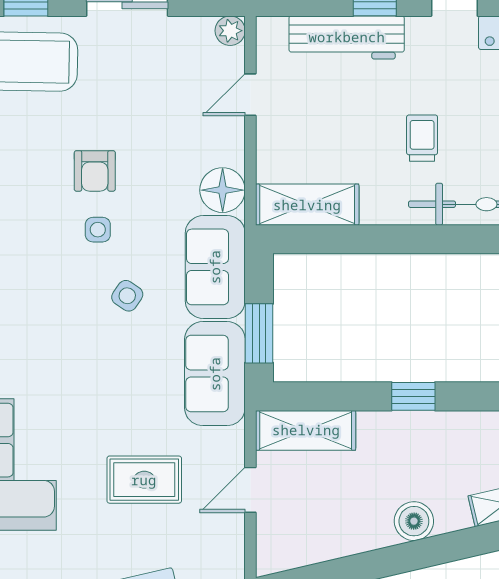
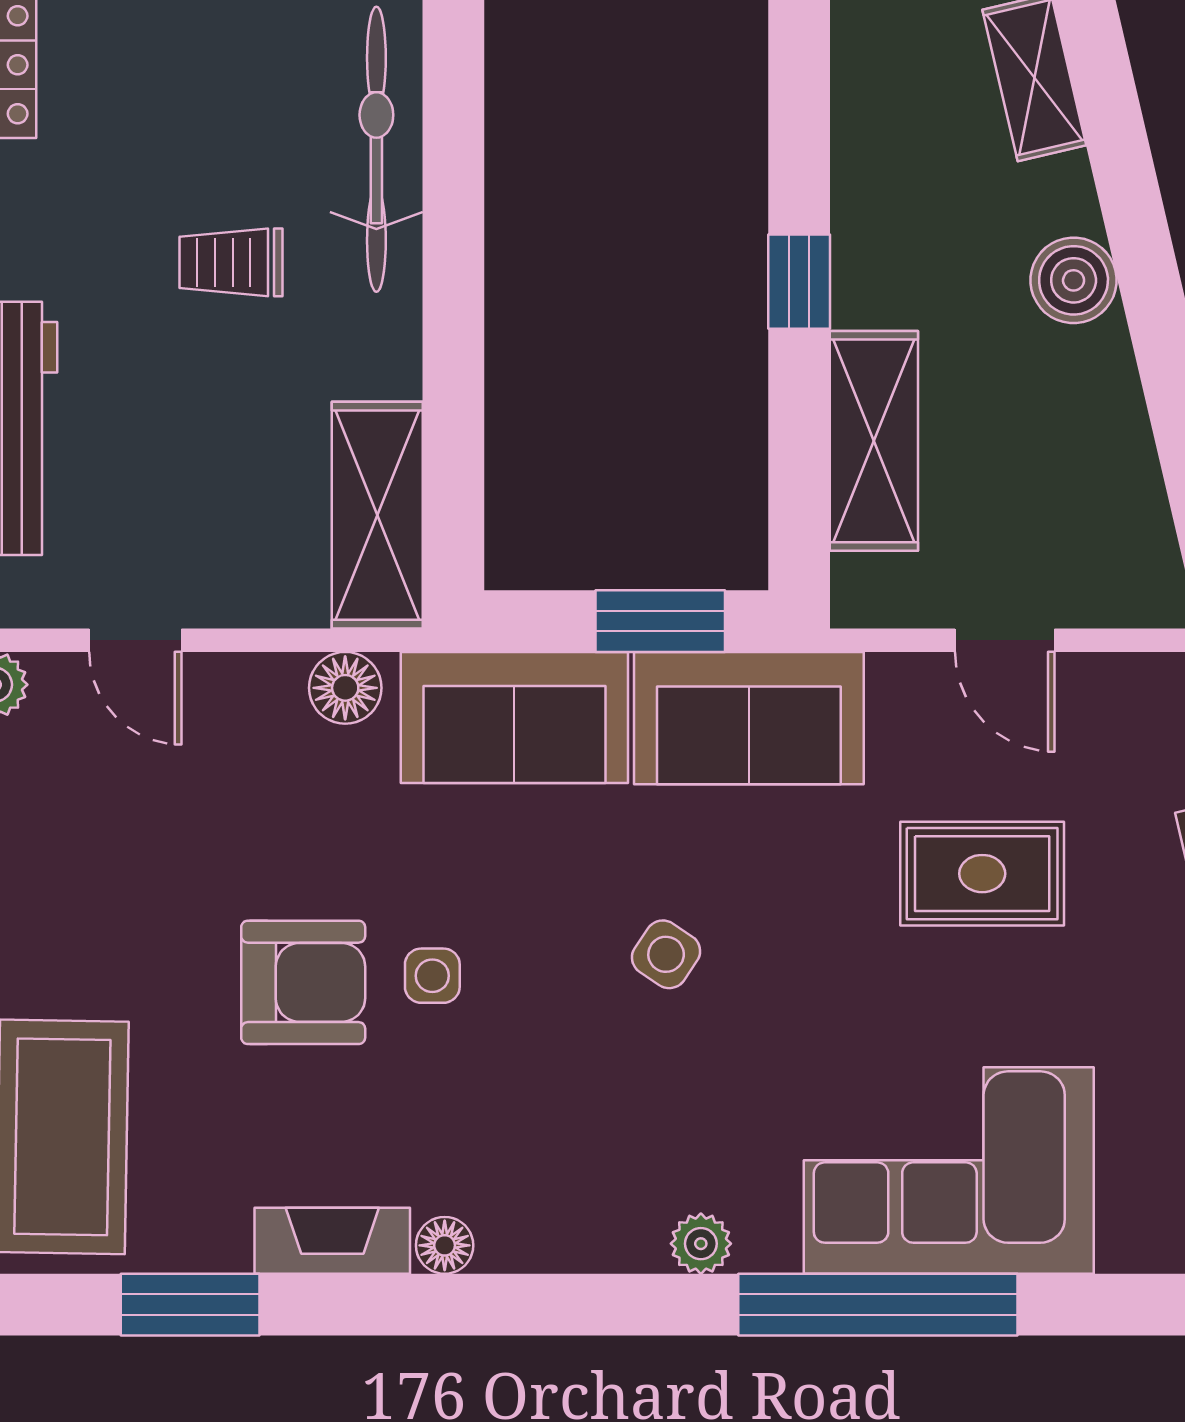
armchair: (95, 171) -> (303, 982), width x1.38, depth x1.38
floor lamp: (223, 190) -> (345, 688), width x0.73, depth x0.73
side table: (127, 296) -> (666, 954), moved
shelving: (306, 430) -> (874, 441), moved
rug: (144, 480) -> (982, 874), turned 90

